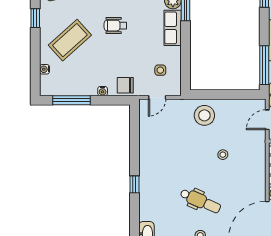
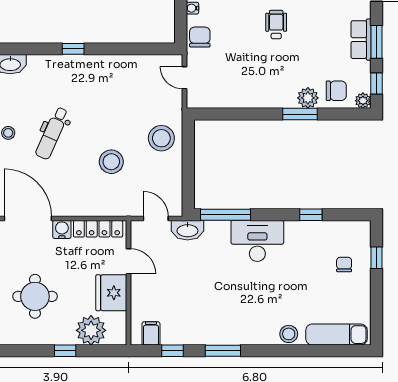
row of seats: (173, 28) -> (273, 98), removed
side table: (160, 70) -> (219, 82), removed
stool: (223, 155) -> (111, 162), width x1.89, depth x1.89

